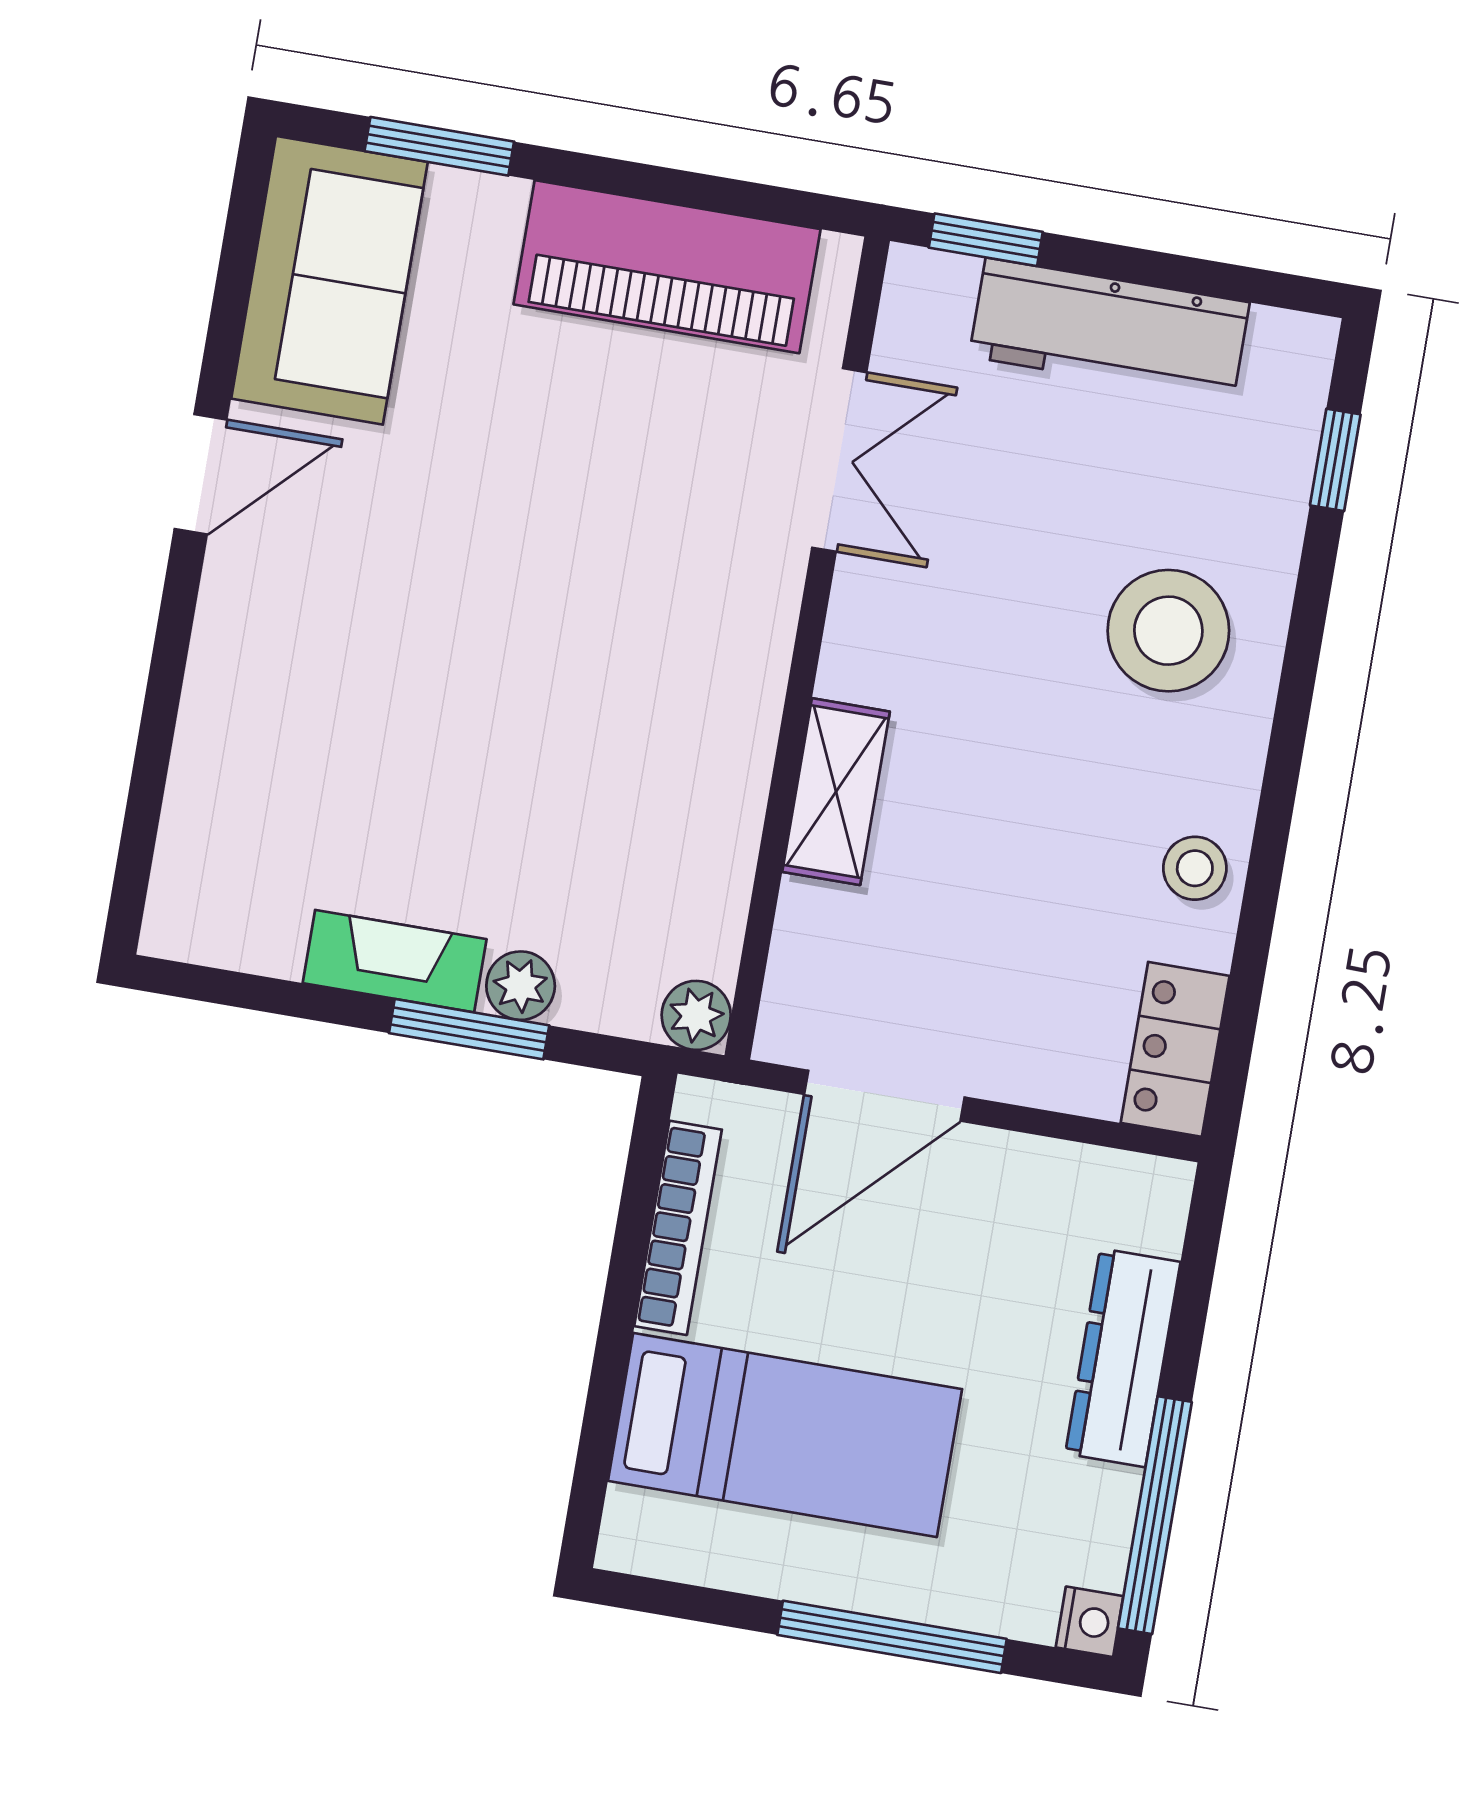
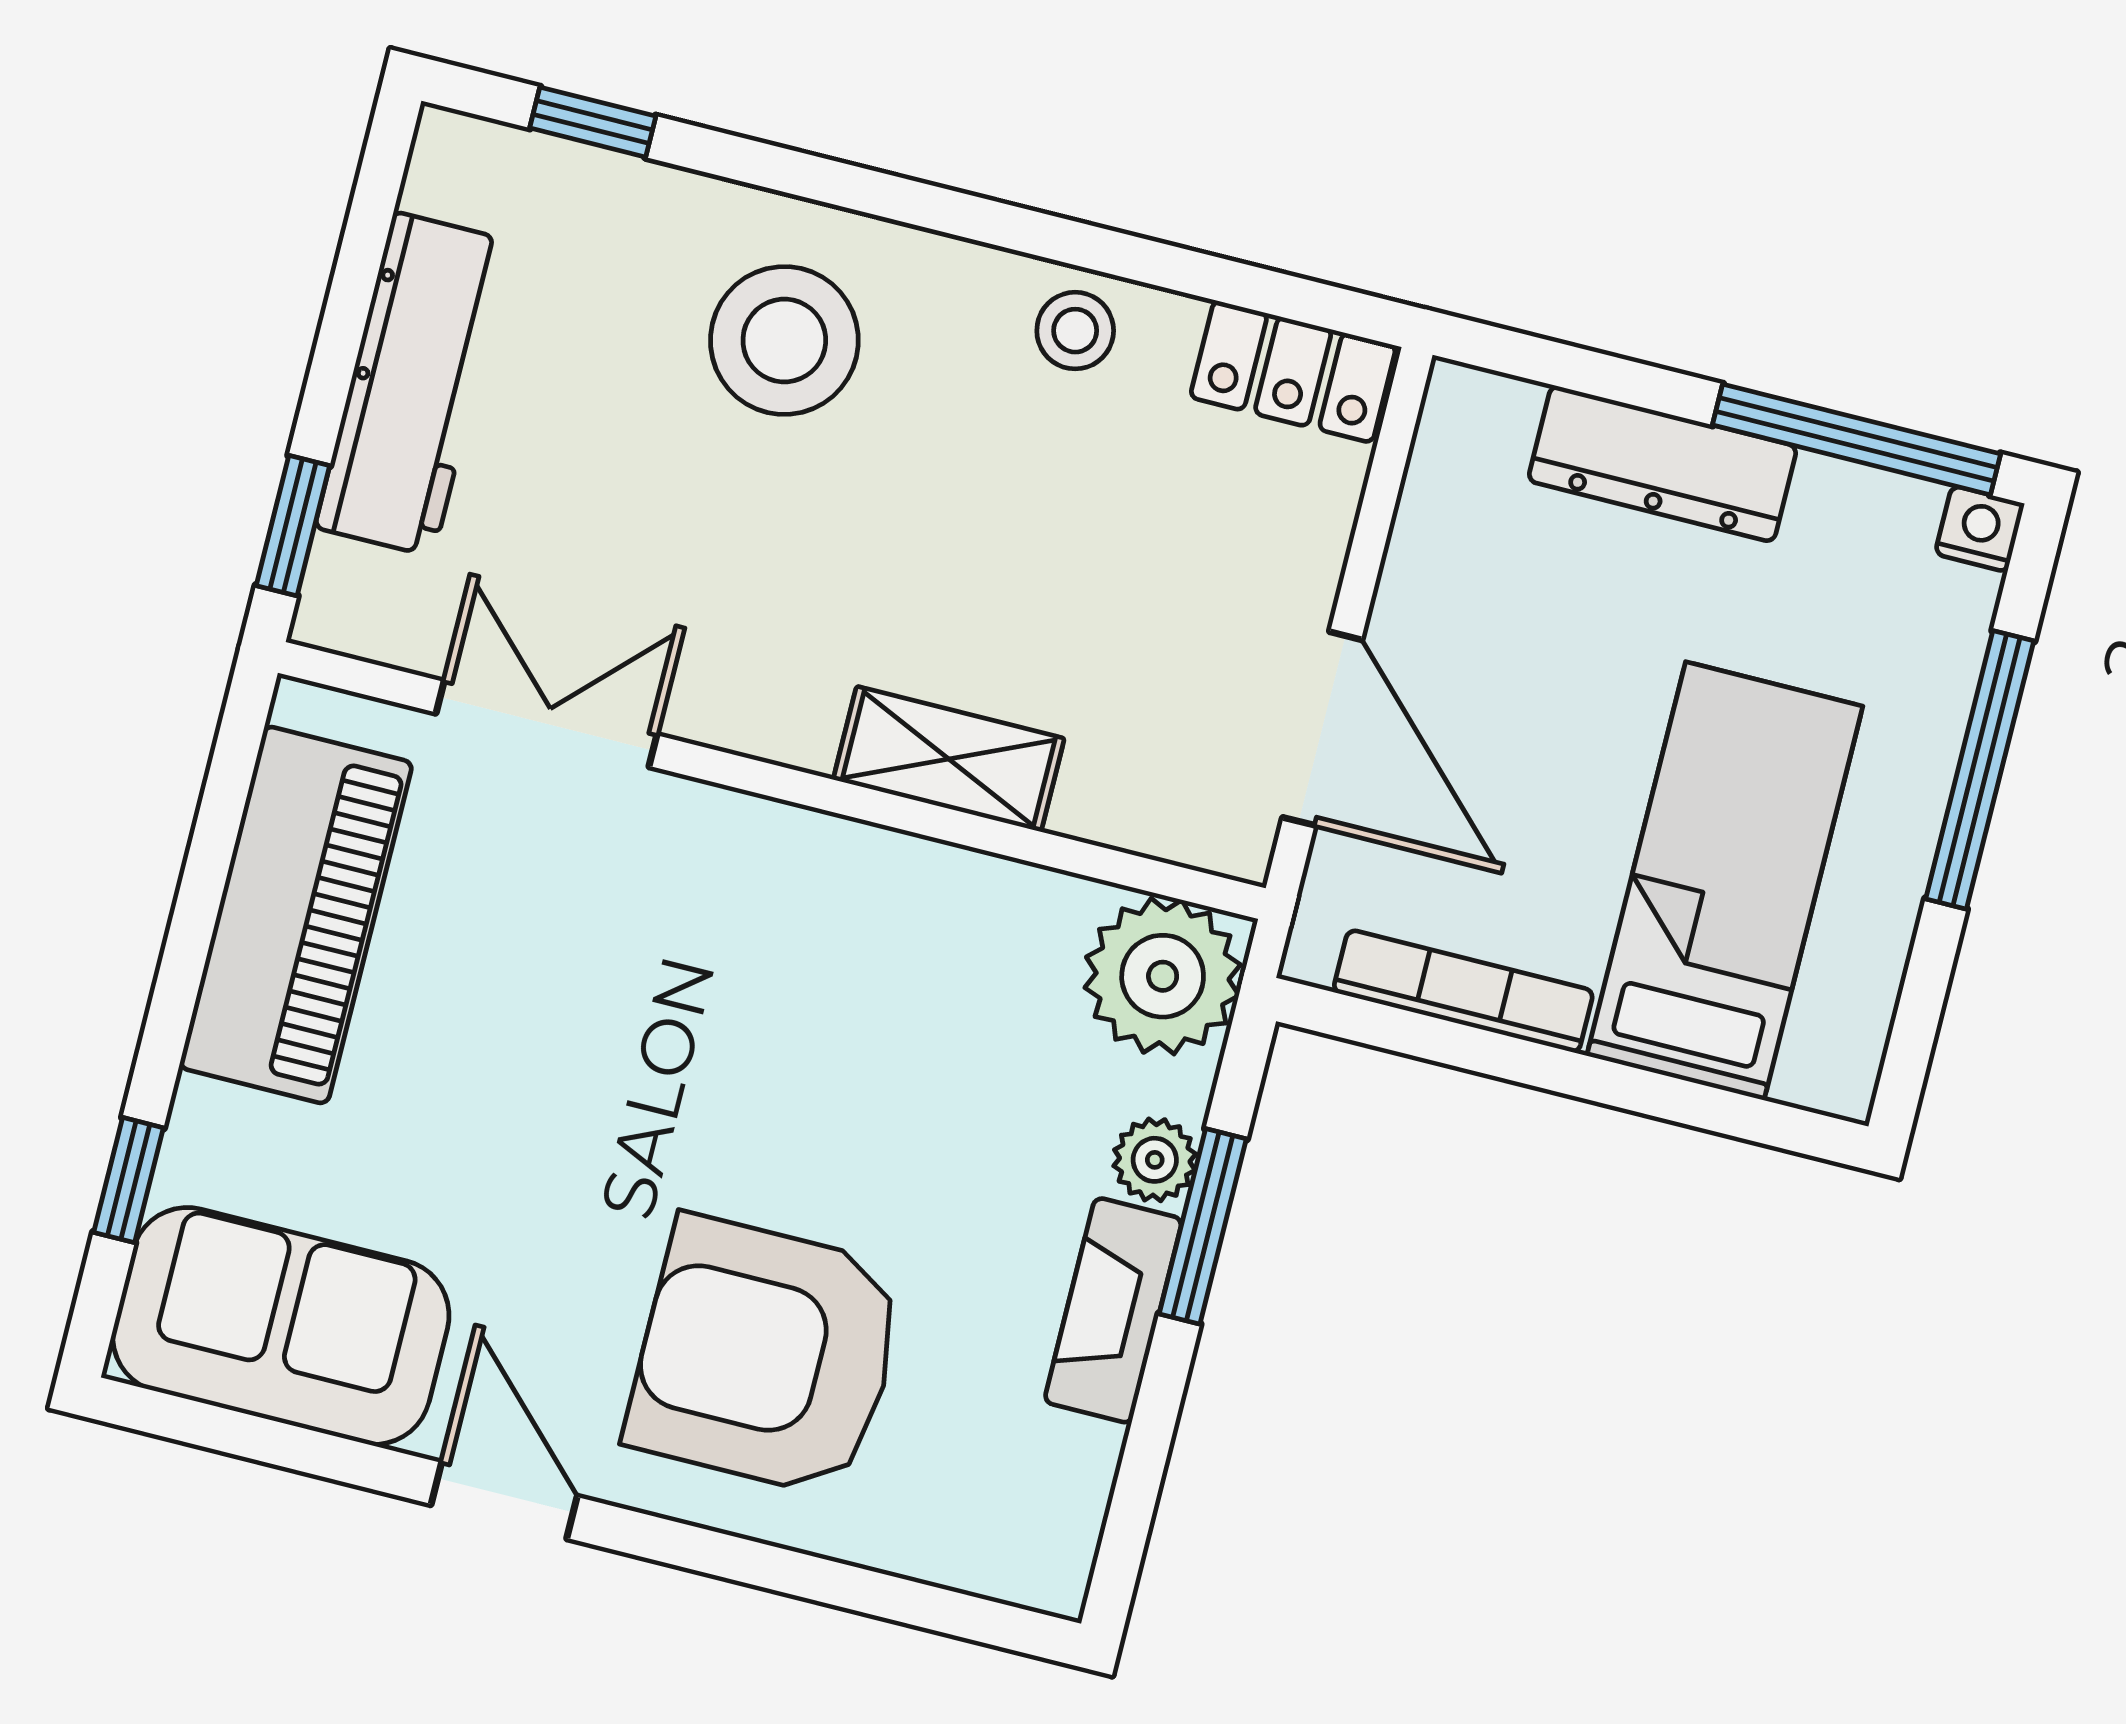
window: (439, 146) -> (129, 1180), width x0.67
armchair: (335, 680) -> (766, 1356), added
plant: (696, 1015) -> (1163, 976), width x1.88, depth x1.88

